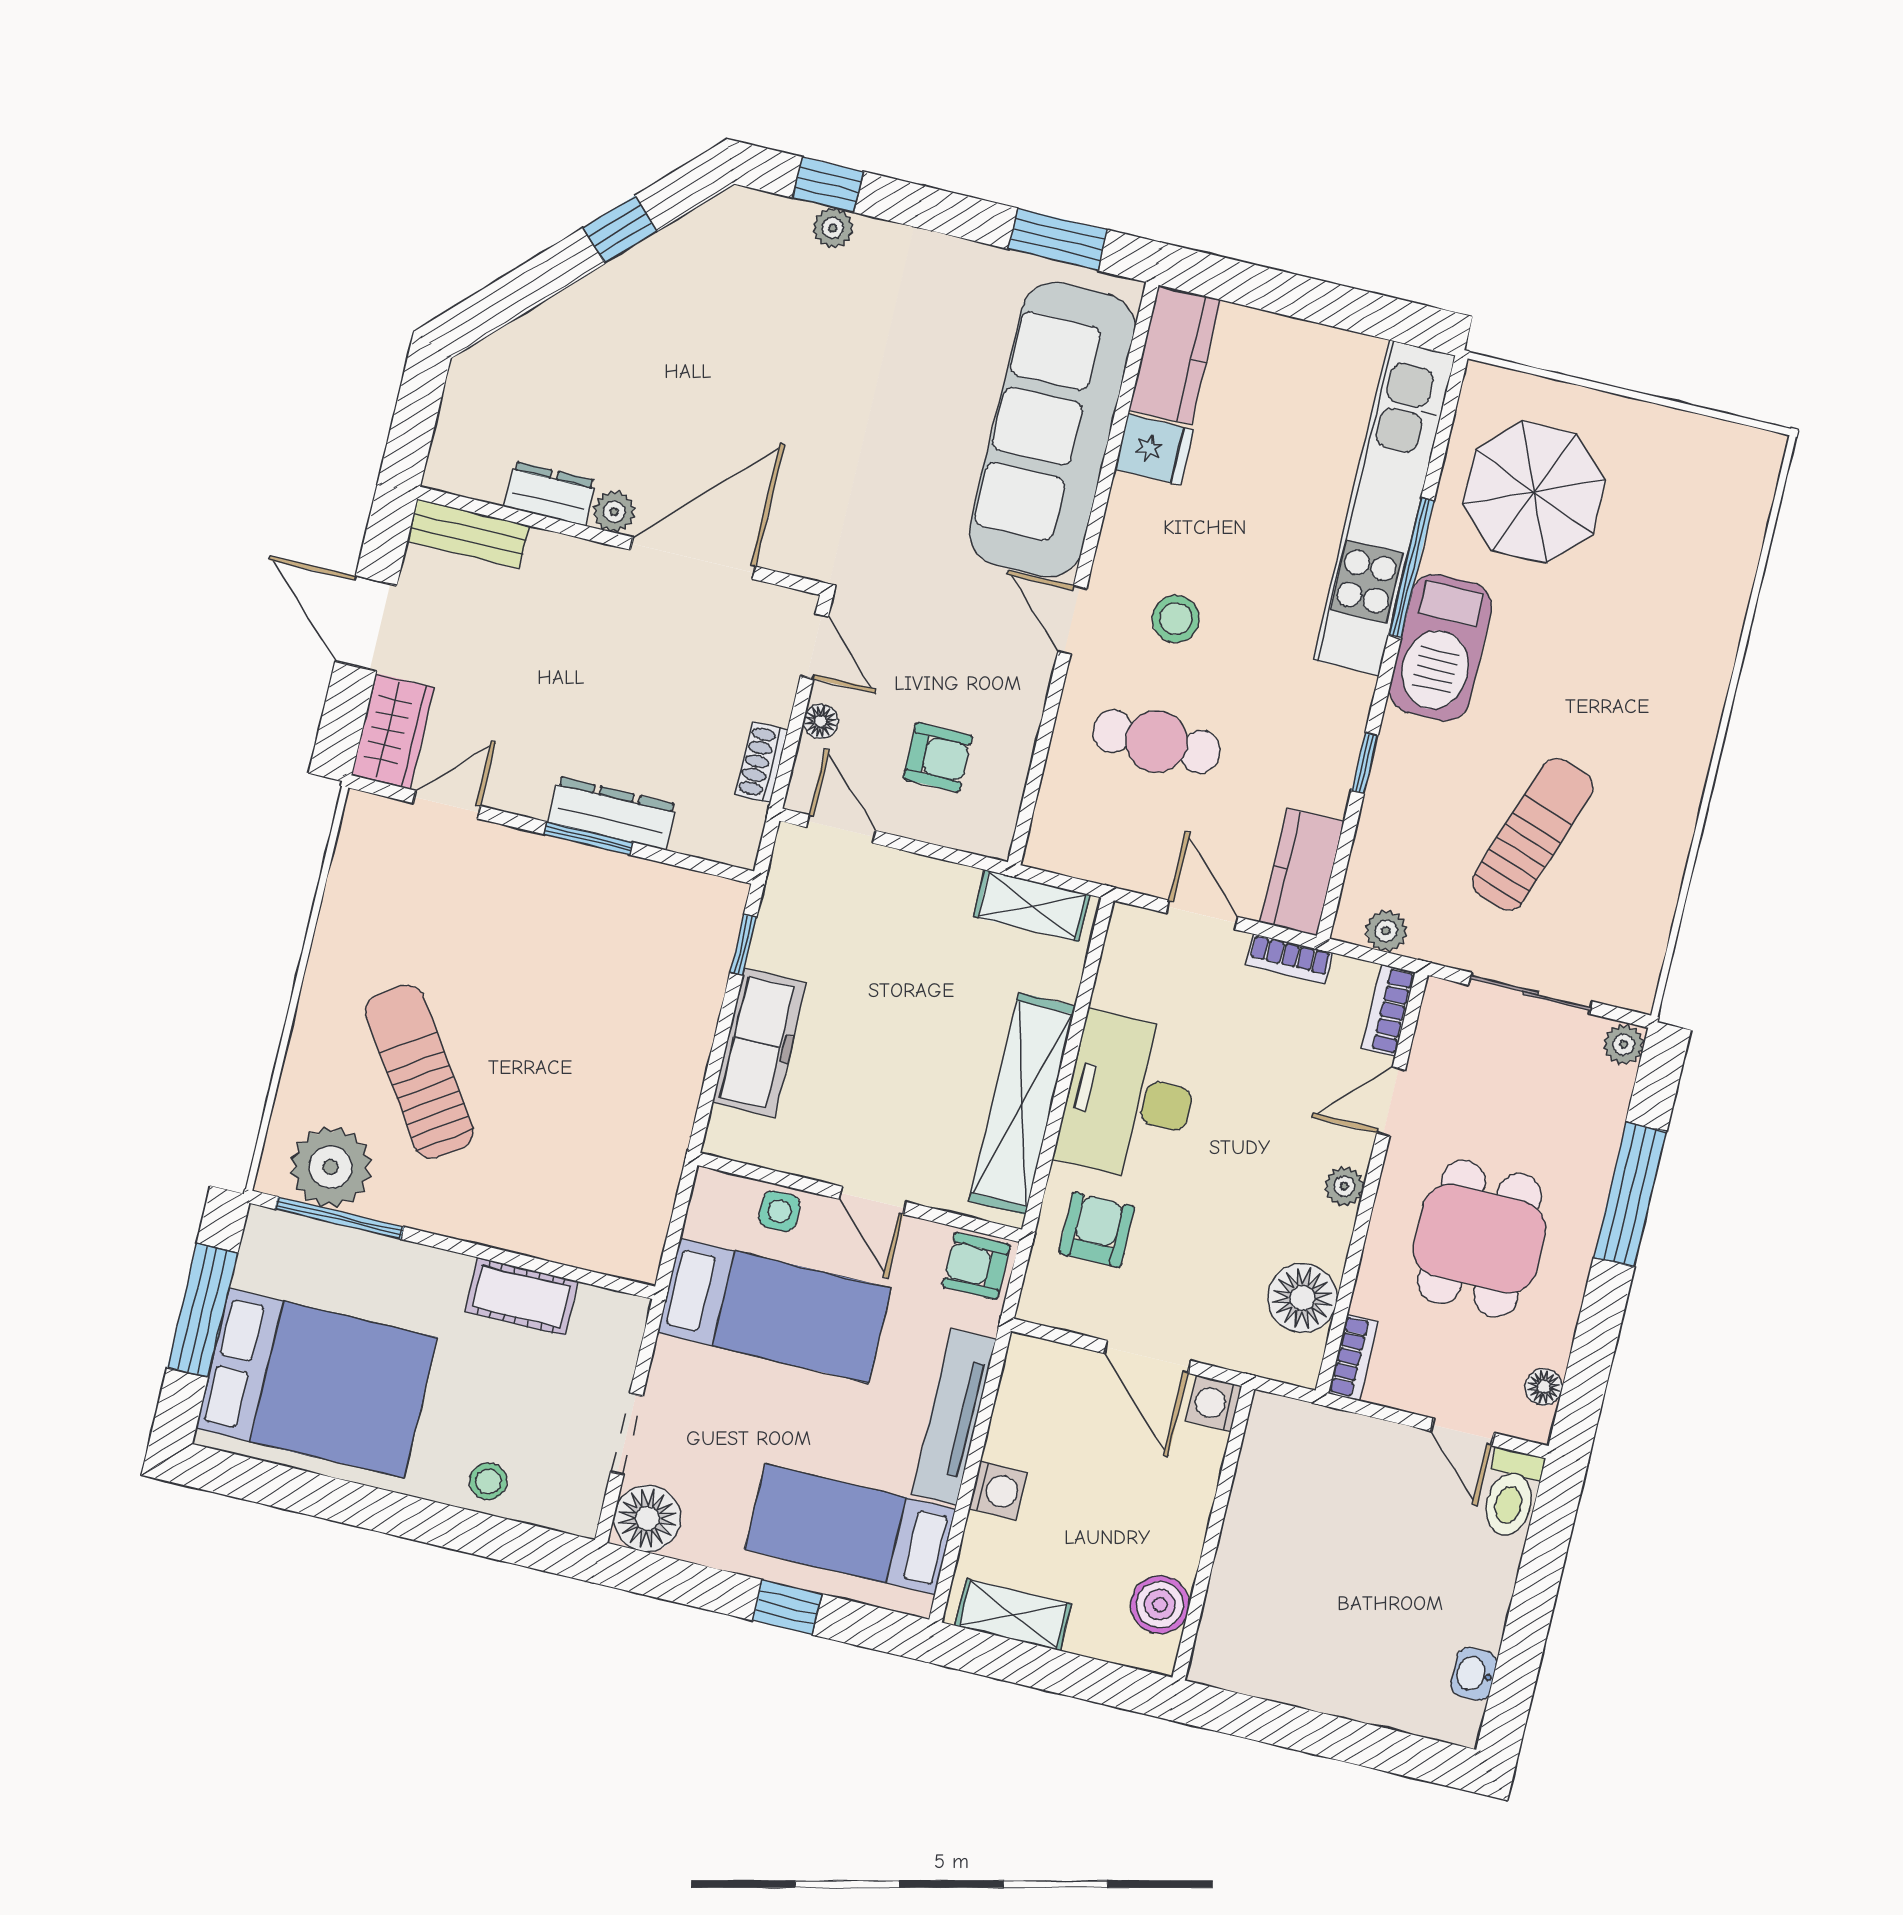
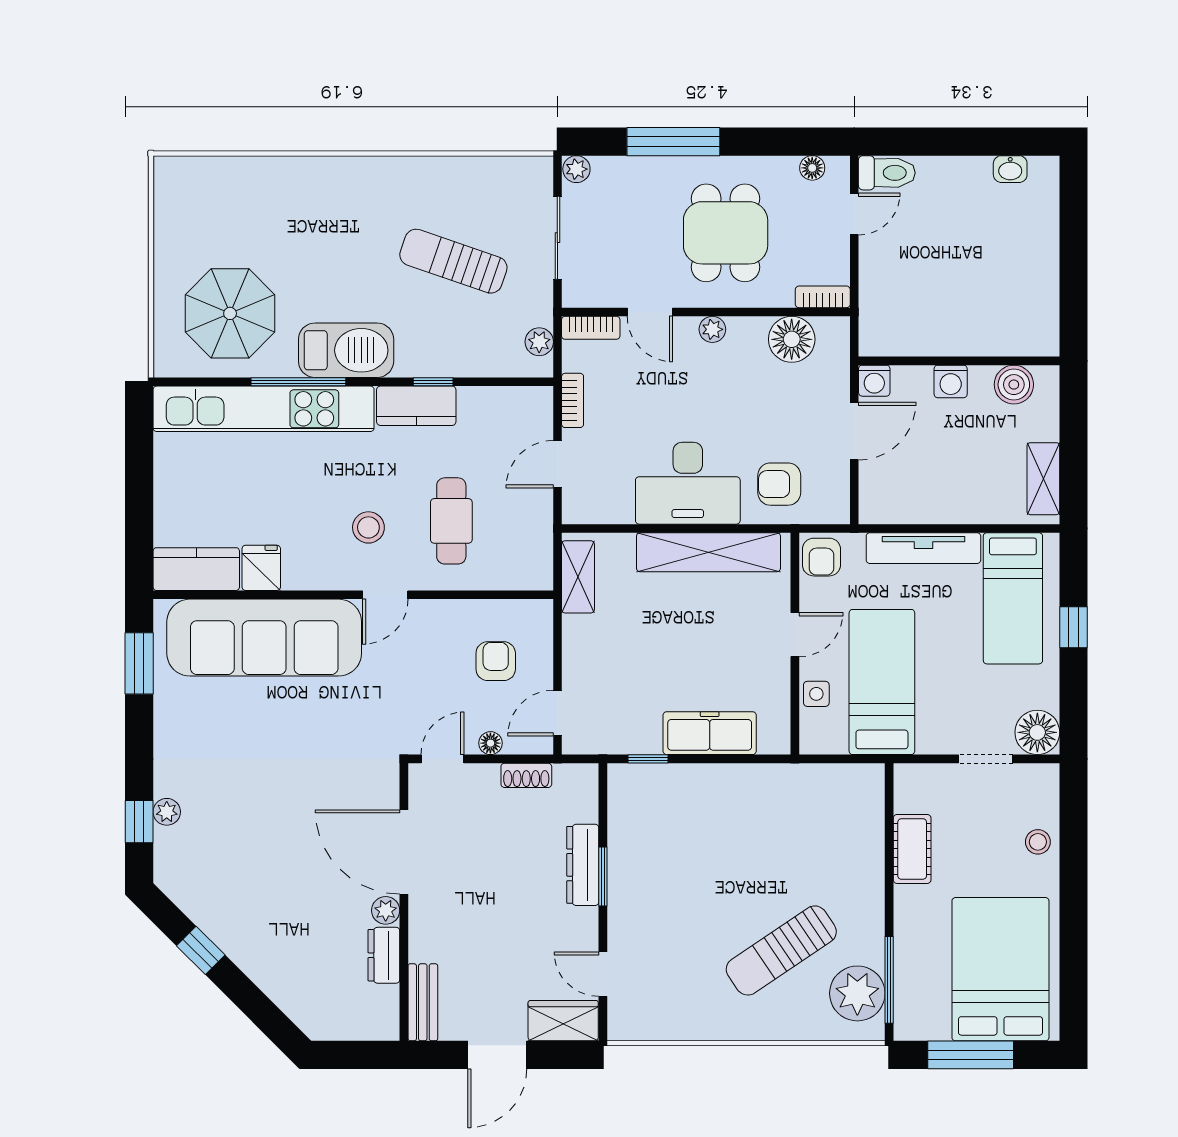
kitchen counter: (1302, 872) -> (416, 406), moved
dining table: (1480, 1239) -> (726, 233), turned 90
washing machine: (998, 1490) -> (951, 381), moved, turned 180

